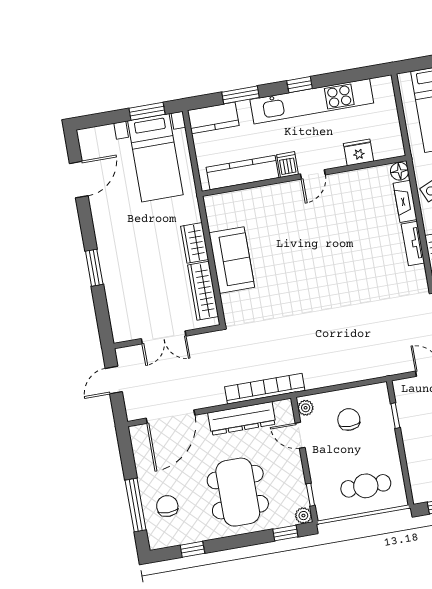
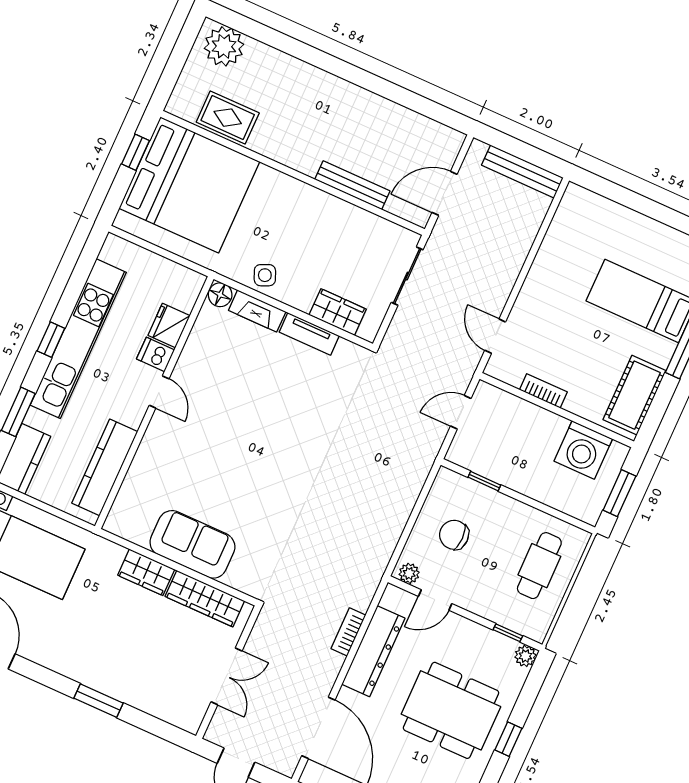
dishwasher: (287, 165) -> (156, 354), moved
bookcase: (265, 389) -> (348, 632), width x0.43, depth x0.76
window: (285, 533) -> (508, 739), moved

